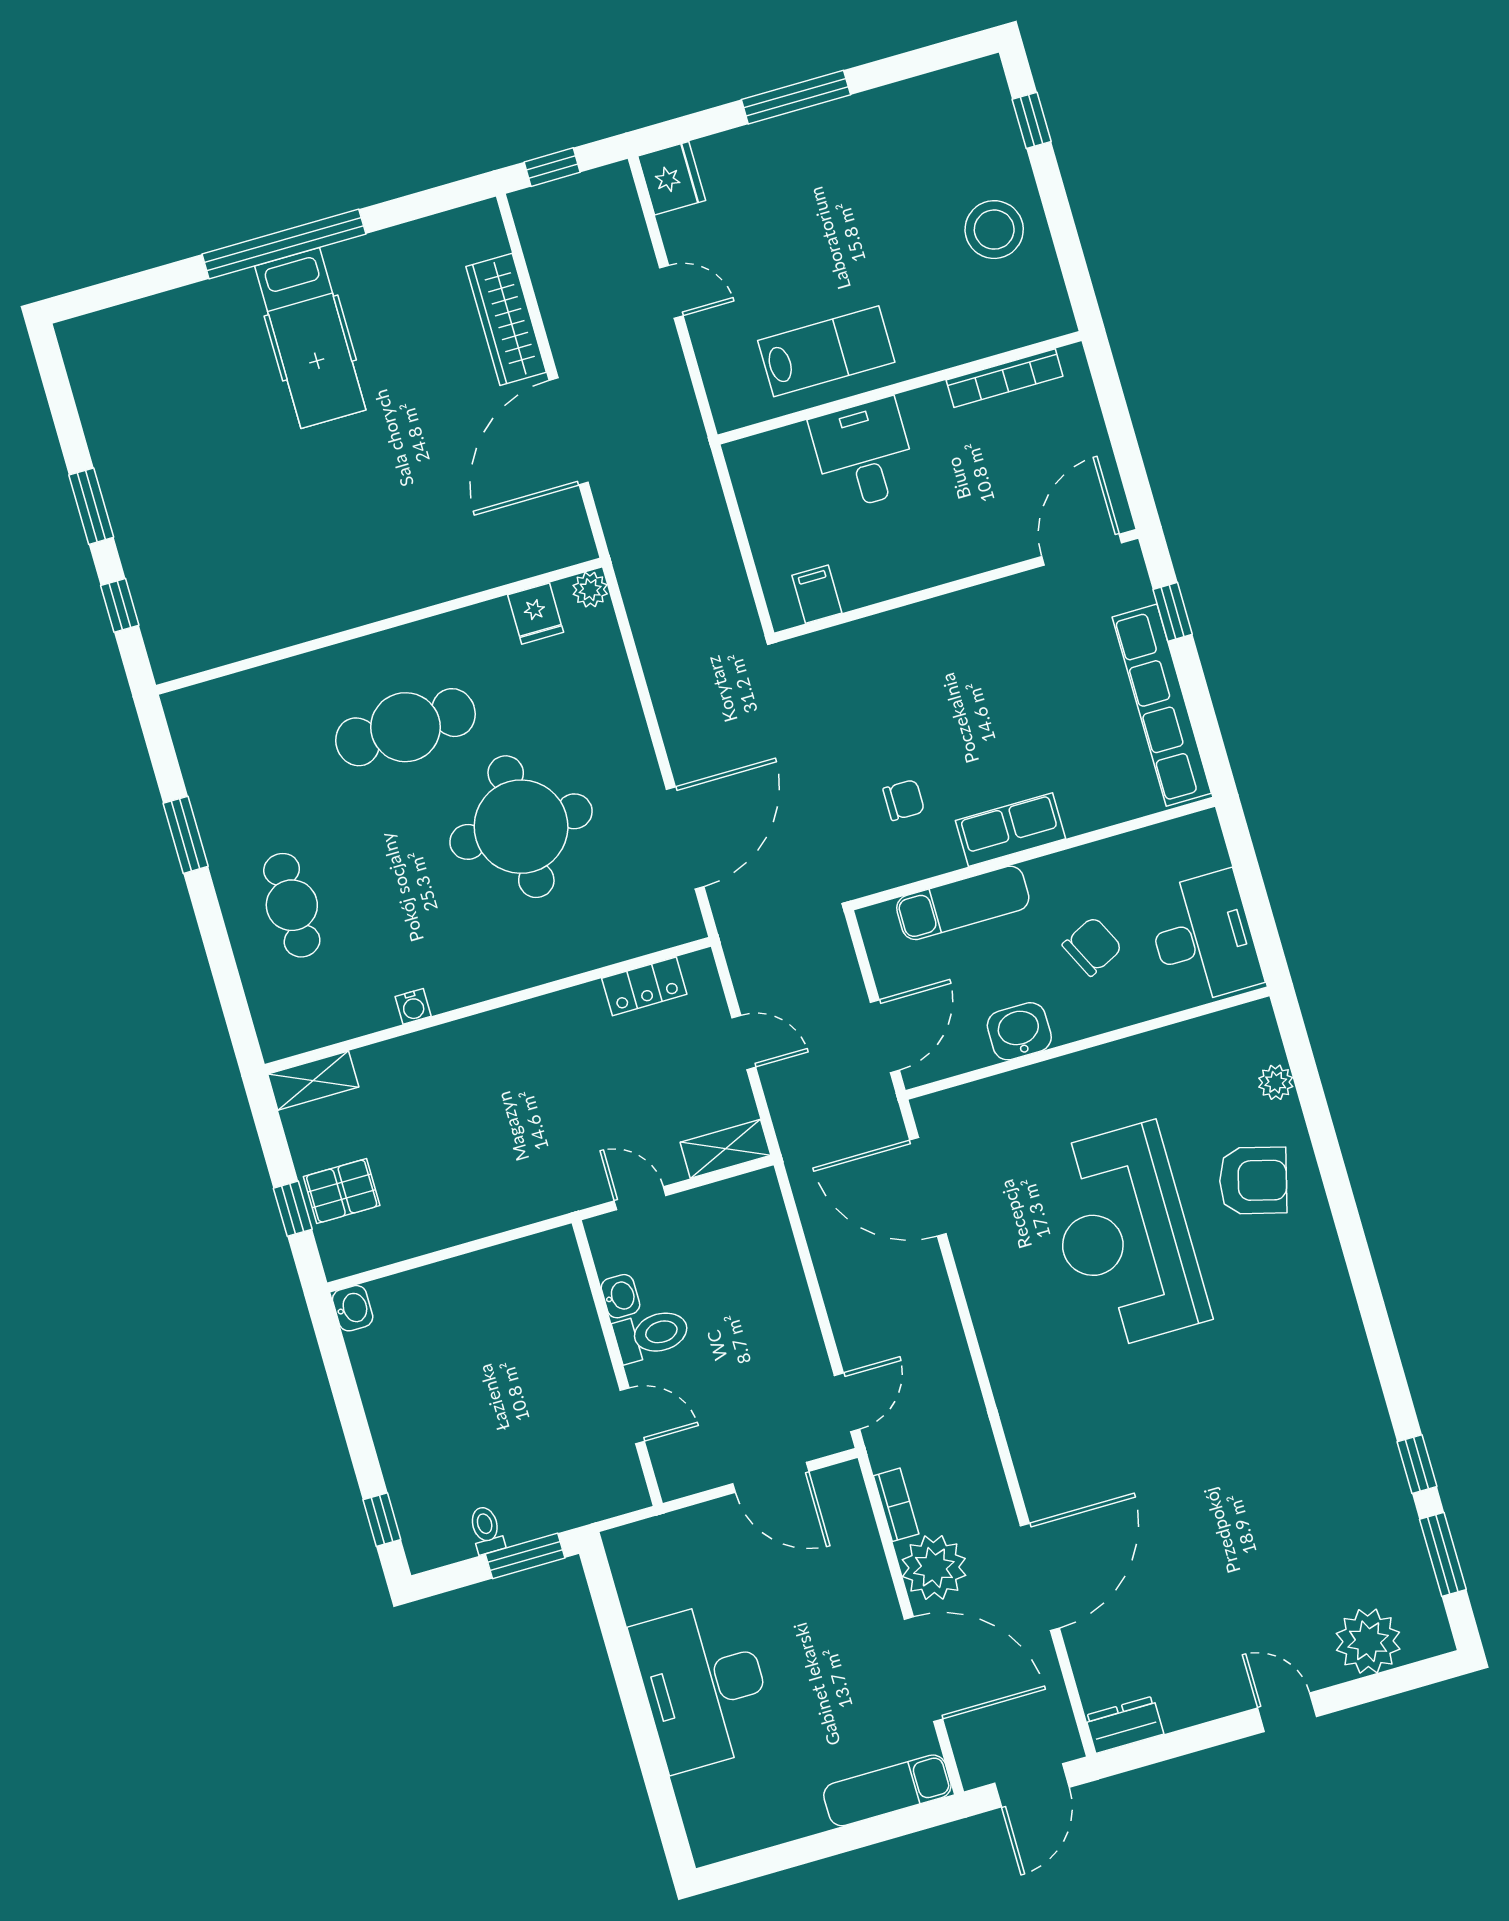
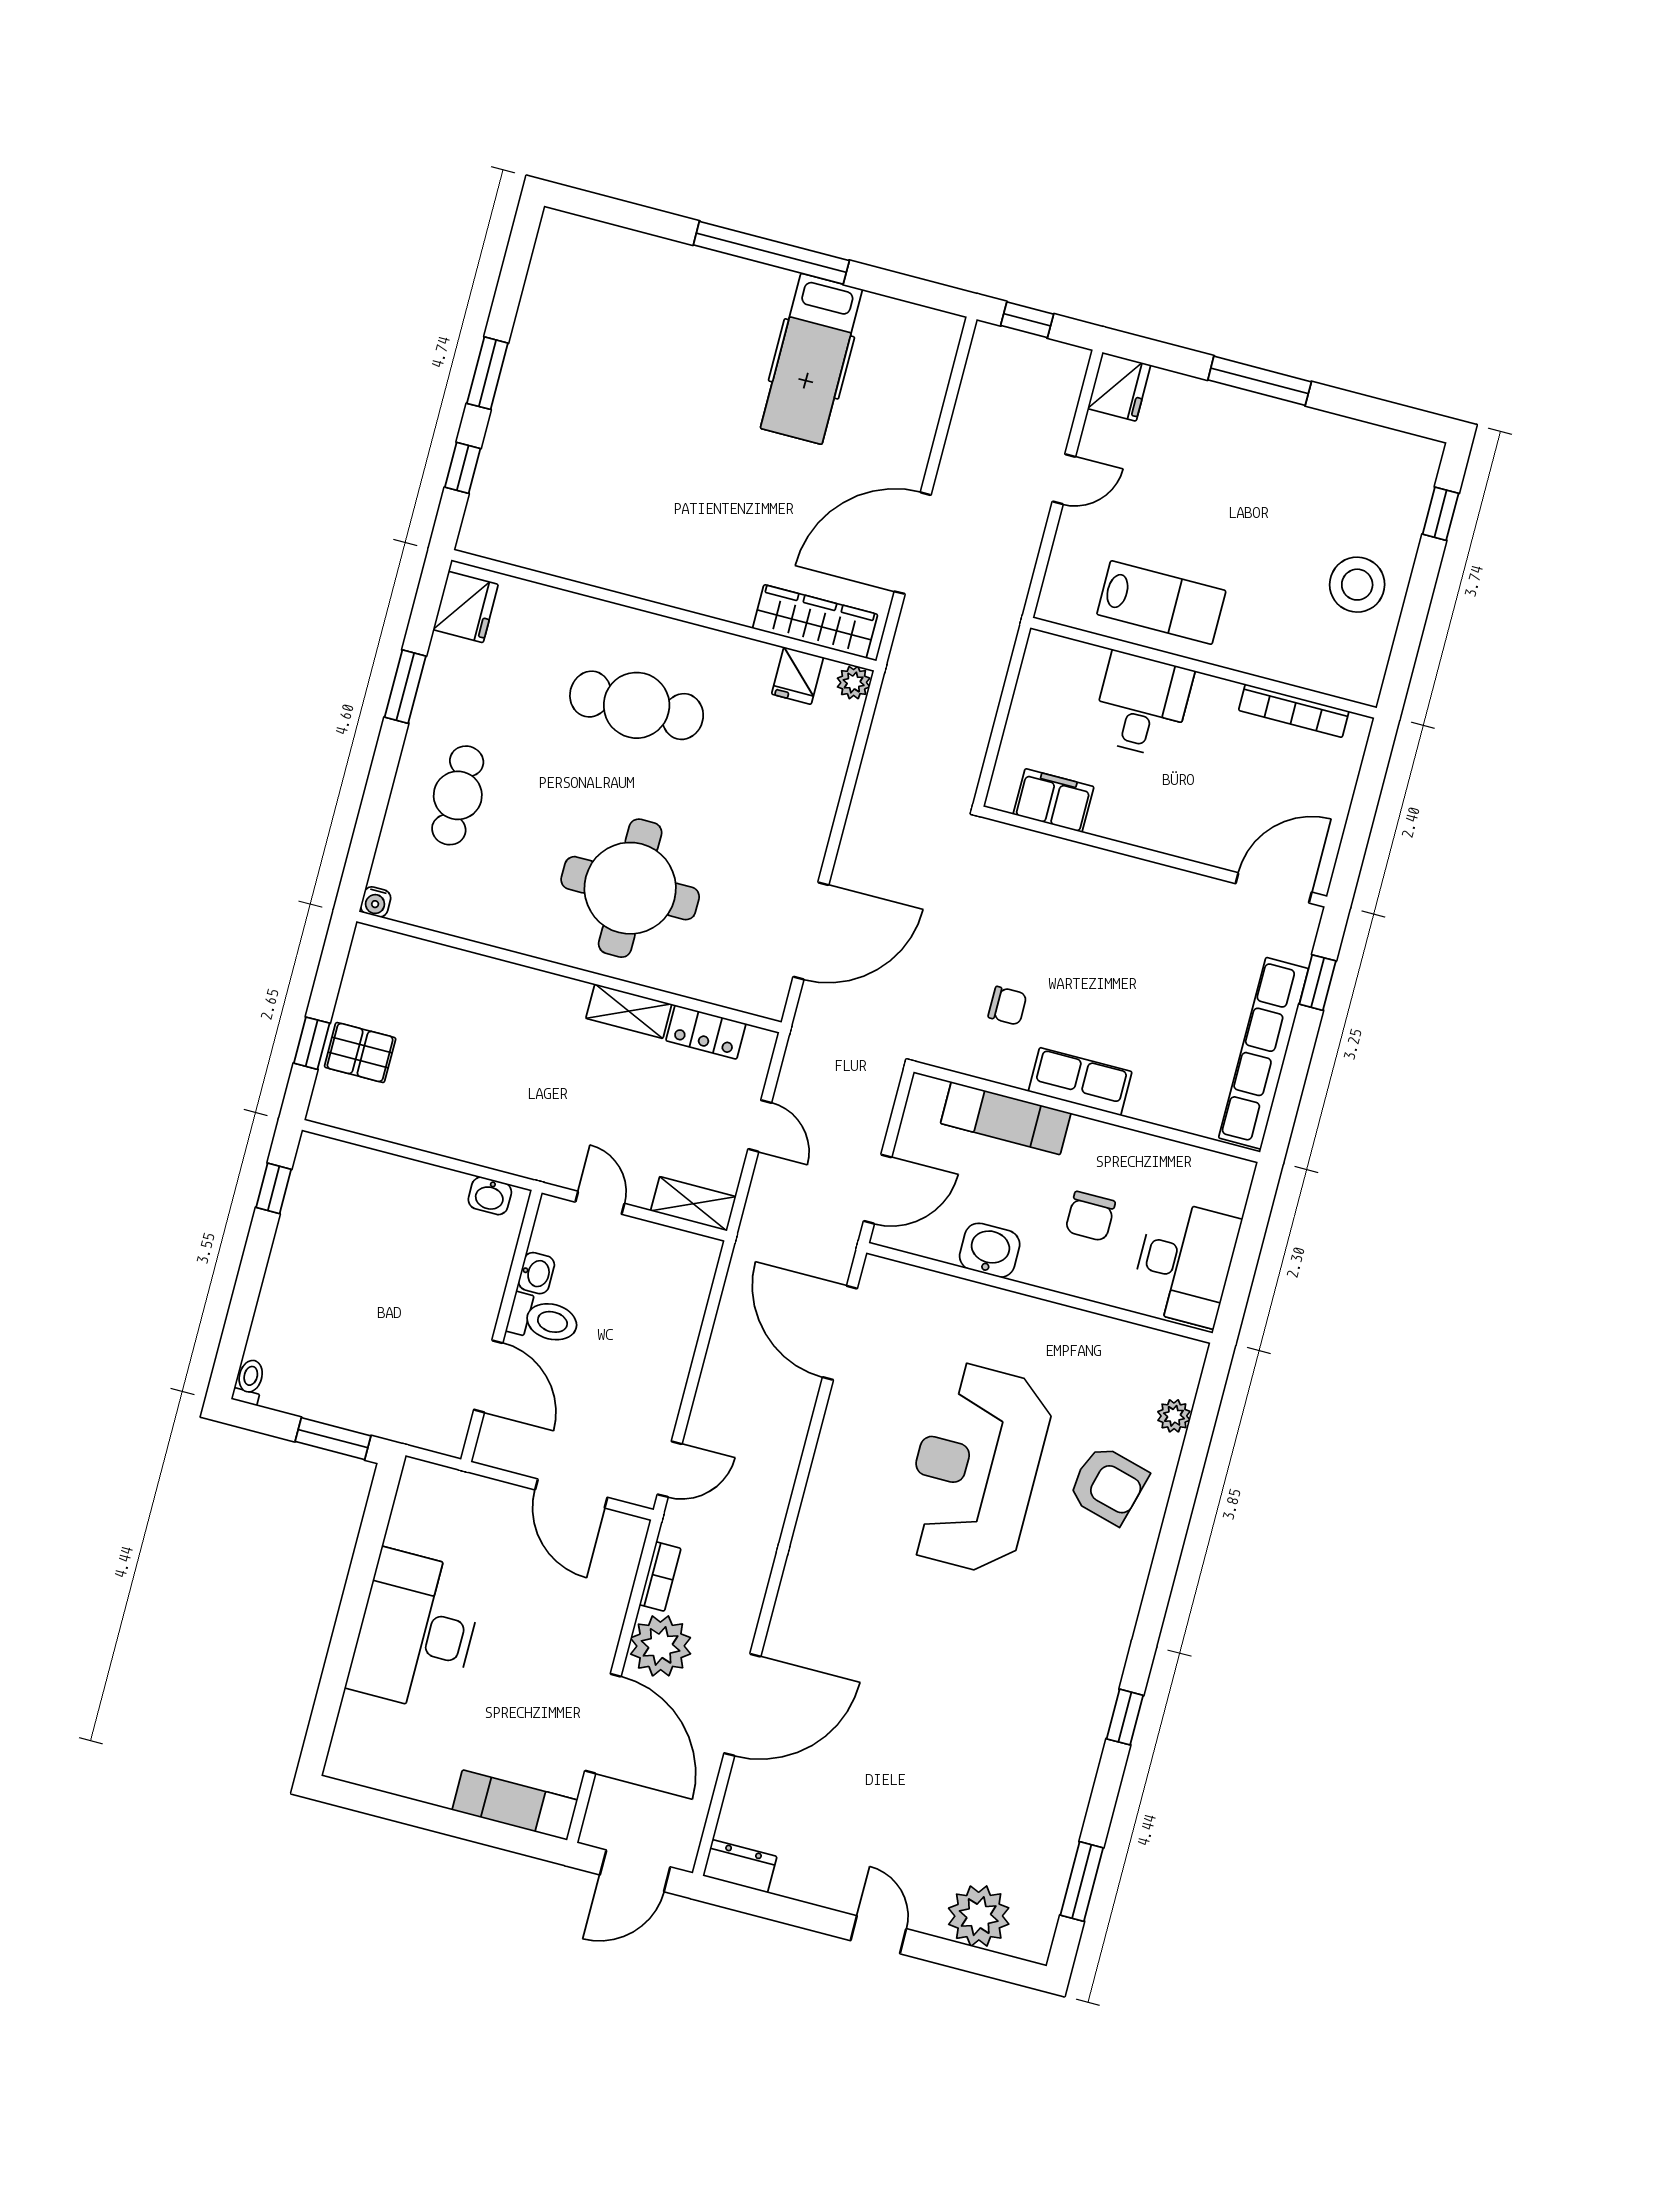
door: (671, 292) -> (1064, 479), hinge flipped
wardrobe: (506, 319) -> (815, 621), moved, turned 90
hospital bed: (310, 338) -> (811, 359), moved
filing cabinet: (817, 594) -> (1054, 801), width x2.00
fridge: (197, 730) -> (466, 607), added
round table: (521, 827) -> (630, 888), moved
chair: (1092, 946) -> (1090, 1216), turned 116
water cooler: (413, 1006) -> (376, 902), moved
shelving: (313, 1081) -> (629, 1011), moved
washbasin: (353, 1308) -> (490, 1196), moved, turned 90
door: (632, 1416) -> (488, 1376), width x1.38
window: (1417, 1464) -> (1125, 1717), moved
window: (382, 1520) -> (274, 1188), moved
toilet: (486, 1530) -> (249, 1382), moved

